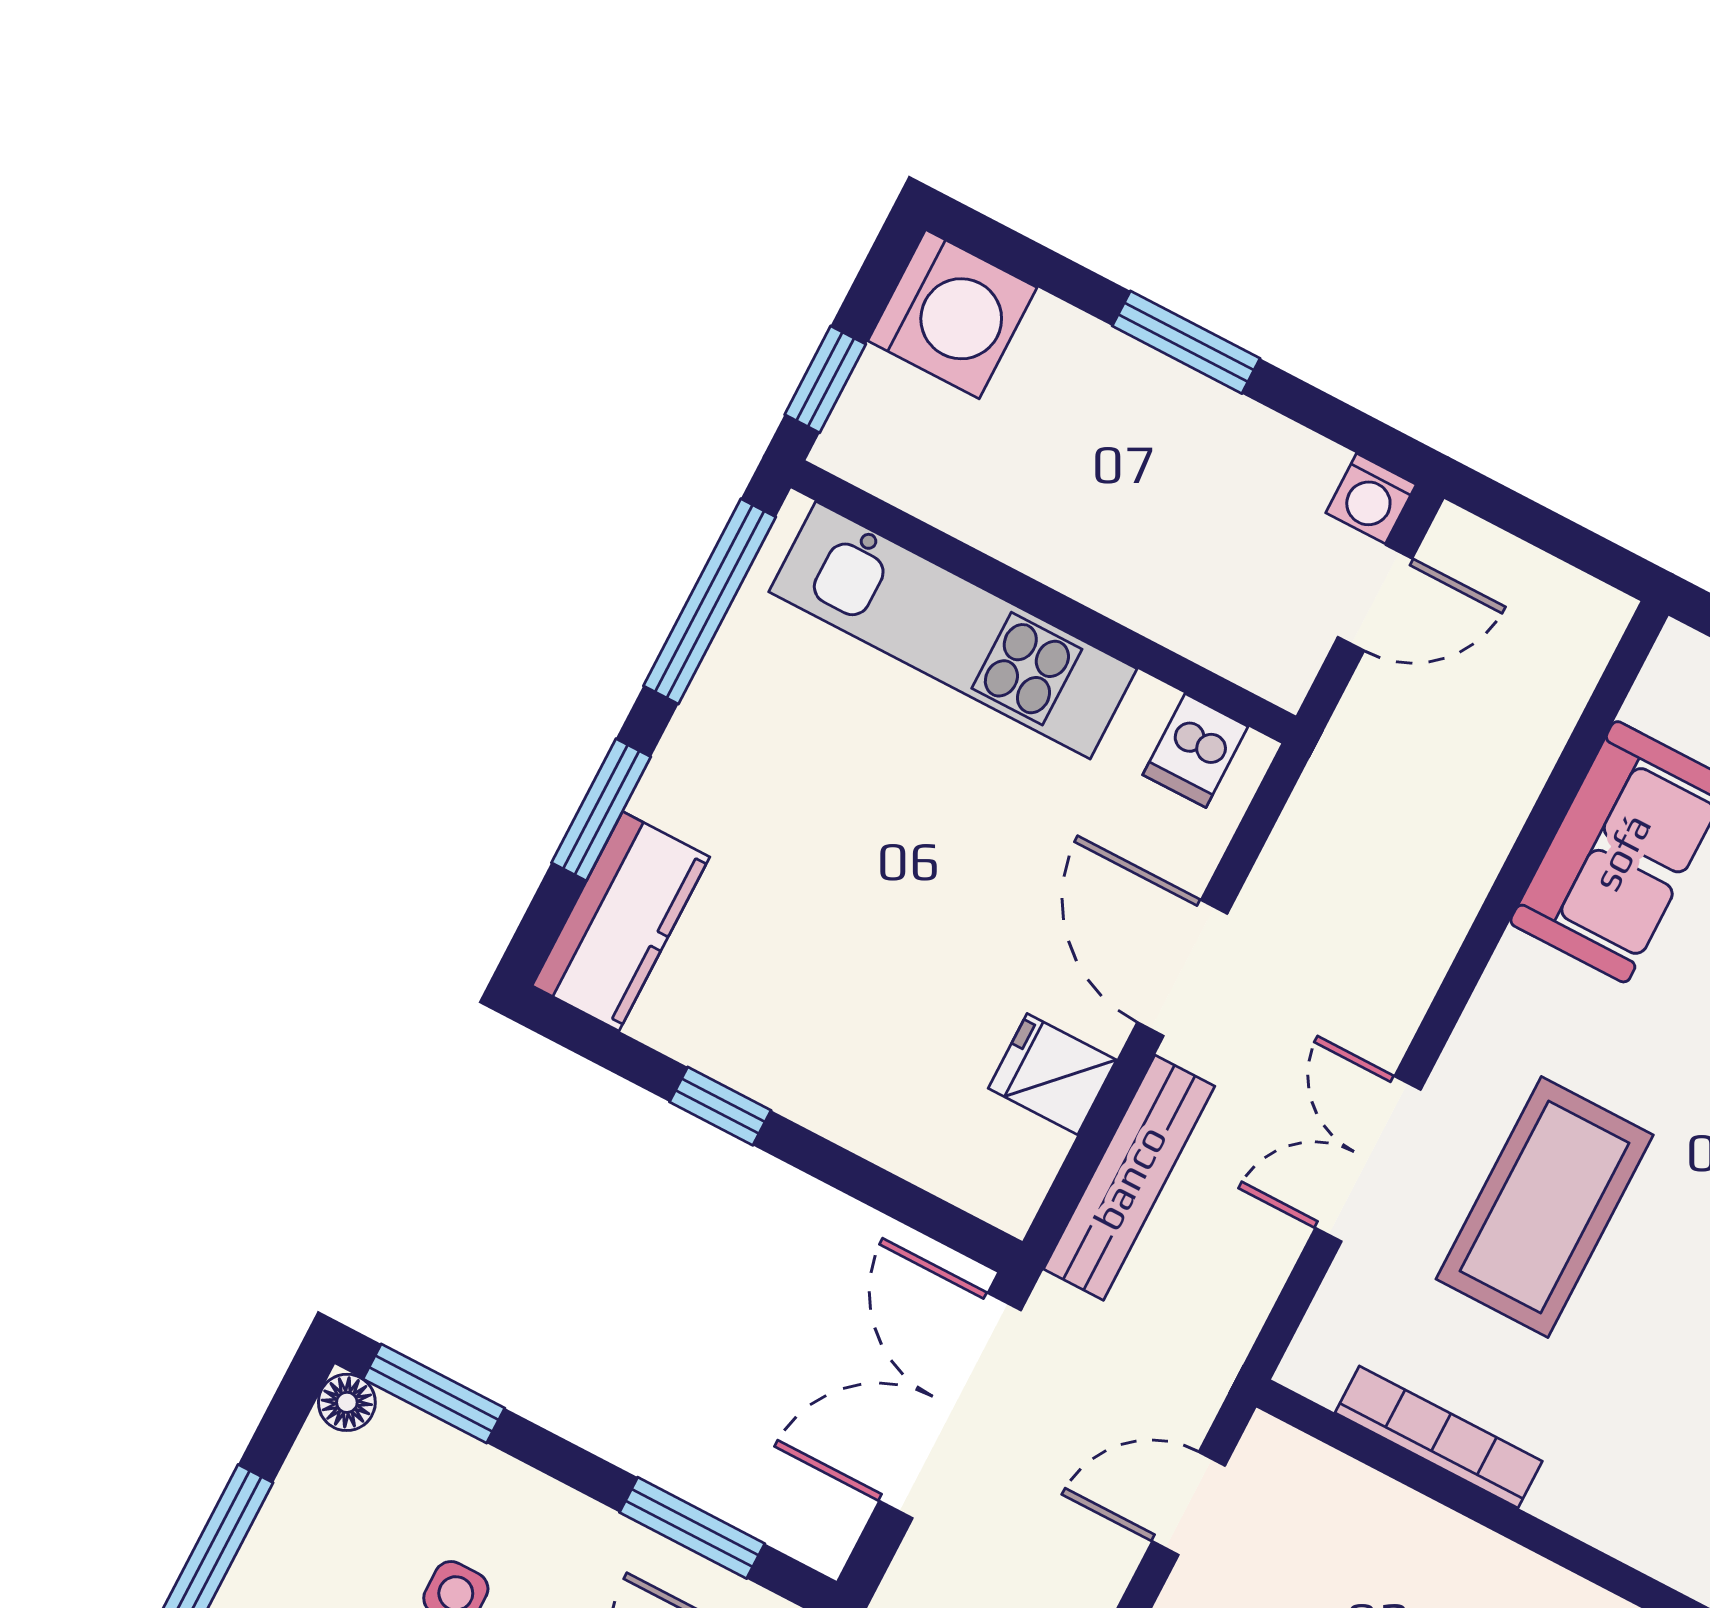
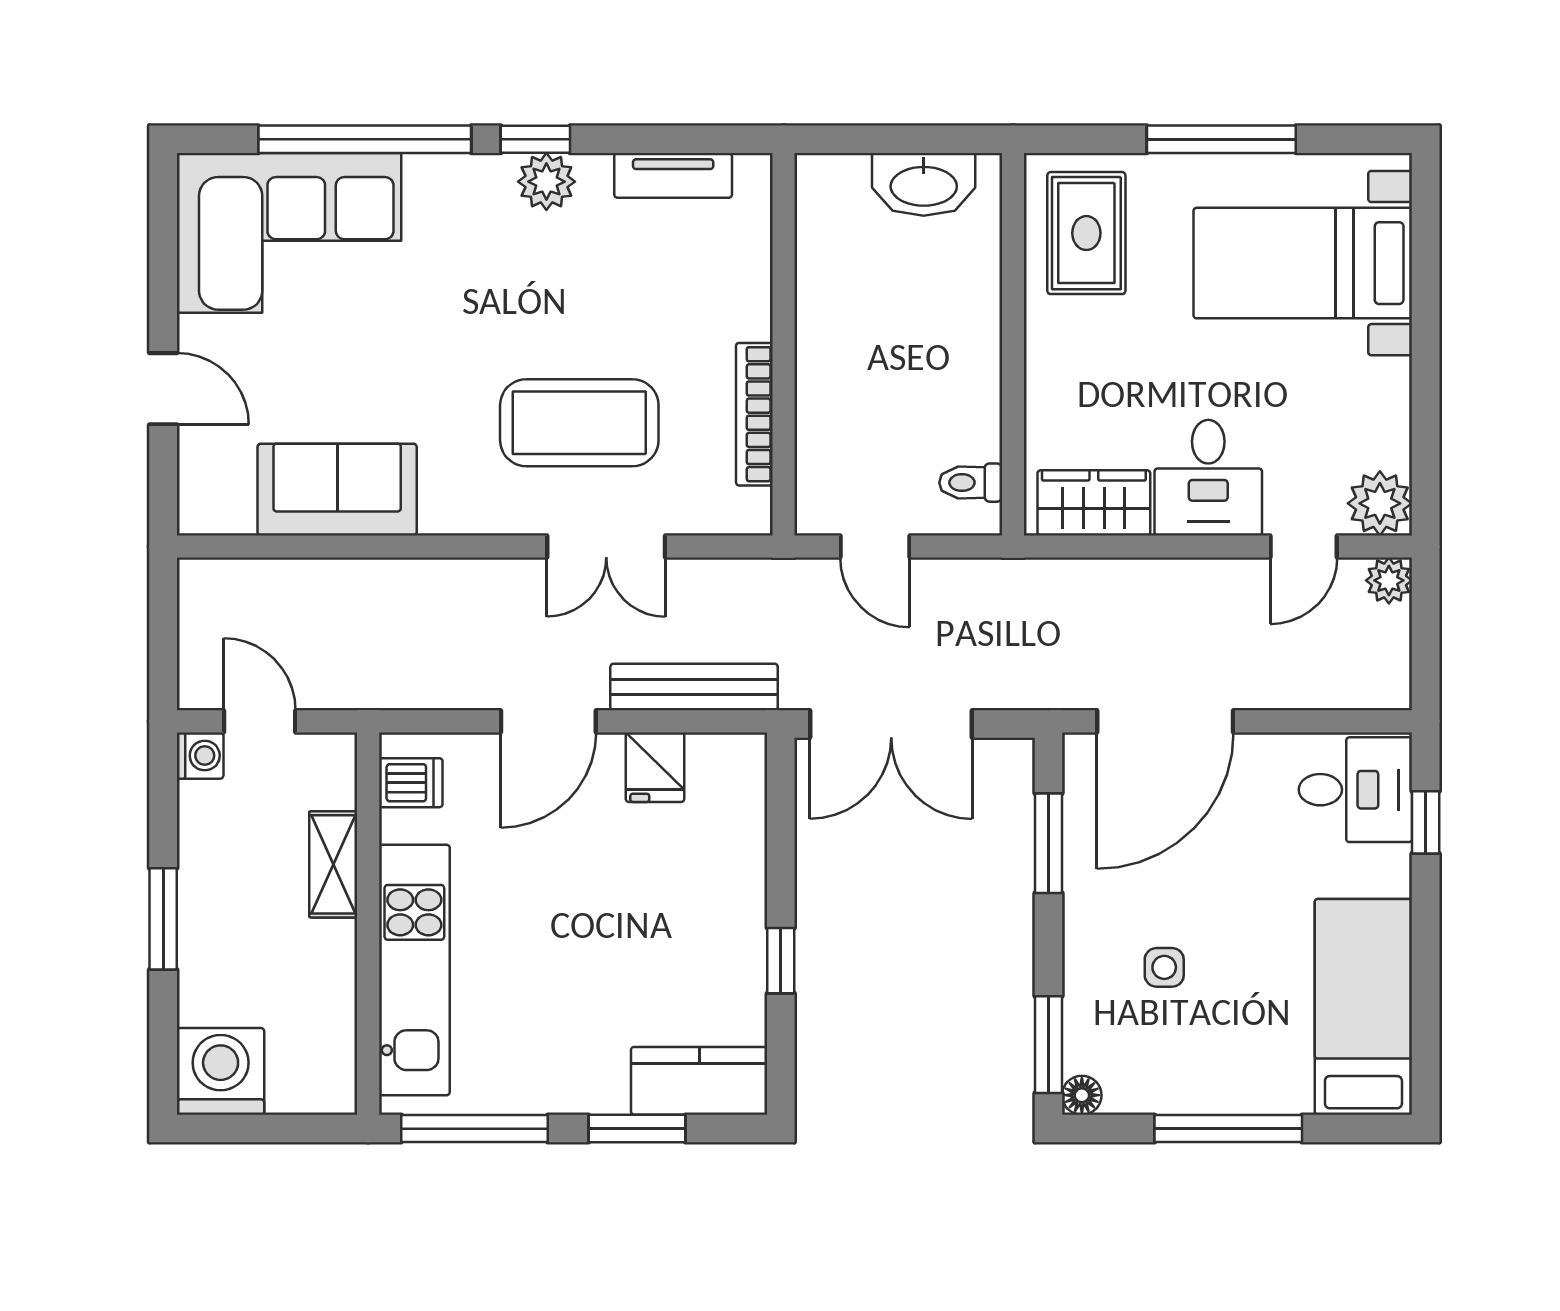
window: (825, 379) -> (301, 1129), removed
shelving: (1143, 597) -> (333, 864), added

